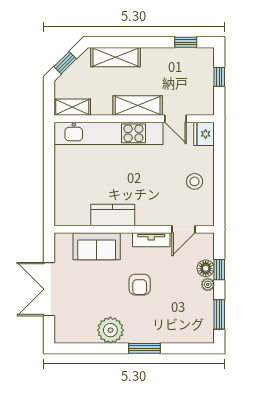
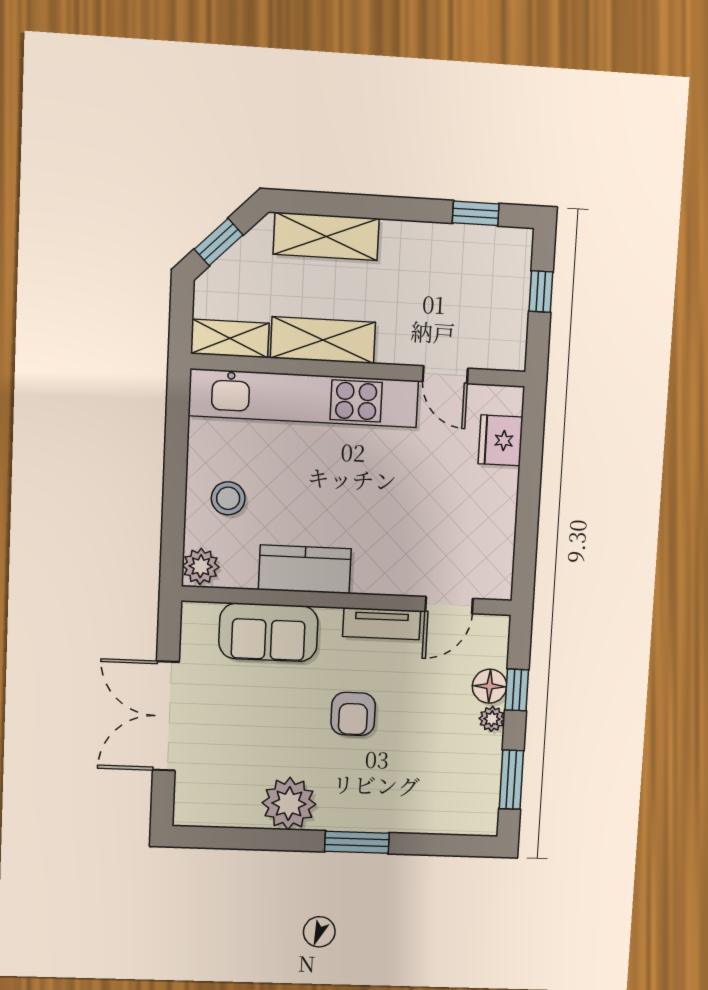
shelving: (138, 106) -> (323, 340), moved
fridge: (204, 134) -> (500, 440), moved
stool: (195, 181) -> (228, 498), moved
plant: (63, 216) -> (201, 566), added

